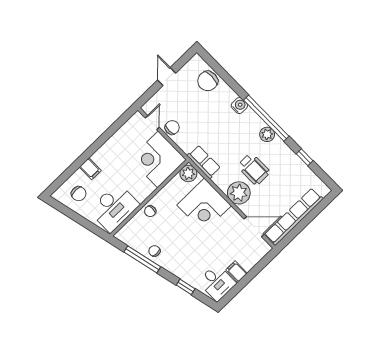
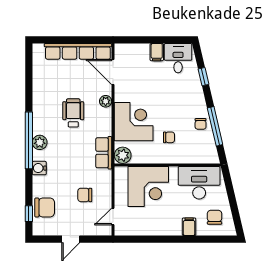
chair: (172, 127) -> (85, 195), moved
plant: (267, 134) -> (40, 142), moved
window: (305, 157) -> (29, 214), moved
corner desk: (158, 159) -> (148, 186), moved
plant: (239, 193) -> (106, 101), width x0.53, depth x0.53
chair: (150, 211) -> (169, 137), moved

